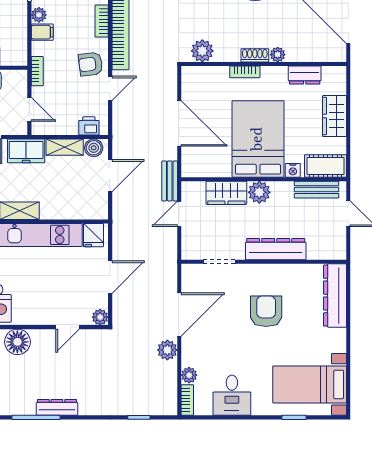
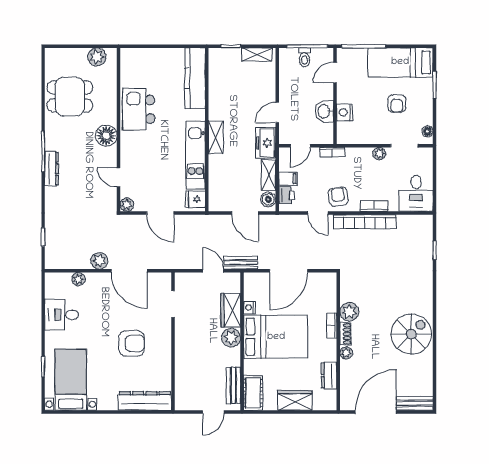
filing cabinet: (42, 32) -> (288, 179), moved, turned -90
plant: (202, 51) -> (349, 312), moved
nightstand: (293, 170) -> (249, 308), moved
dresser: (276, 249) -> (184, 351), removed
bookcase: (187, 400) -> (58, 278), removed

